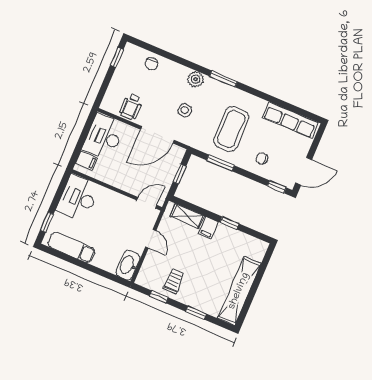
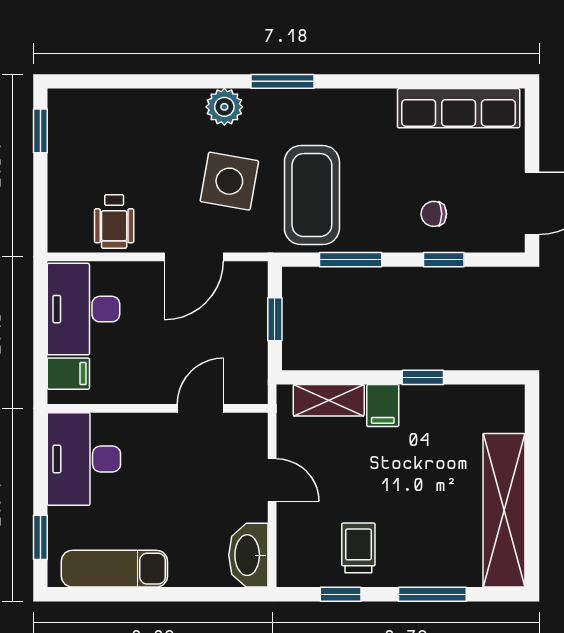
chair: (151, 64) -> (118, 114), removed
side table: (185, 110) -> (229, 181), width x1.87, depth x1.87
coffee table: (231, 129) -> (312, 195), moved
door: (157, 135) -> (194, 257), width x0.73
window: (277, 187) -> (444, 260), moved
door: (147, 203) -> (200, 408), moved
window: (196, 313) -> (432, 594), width x1.50

